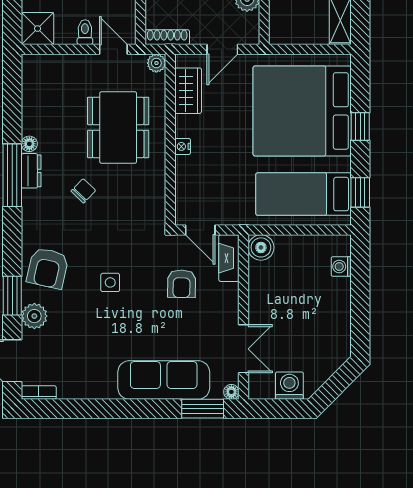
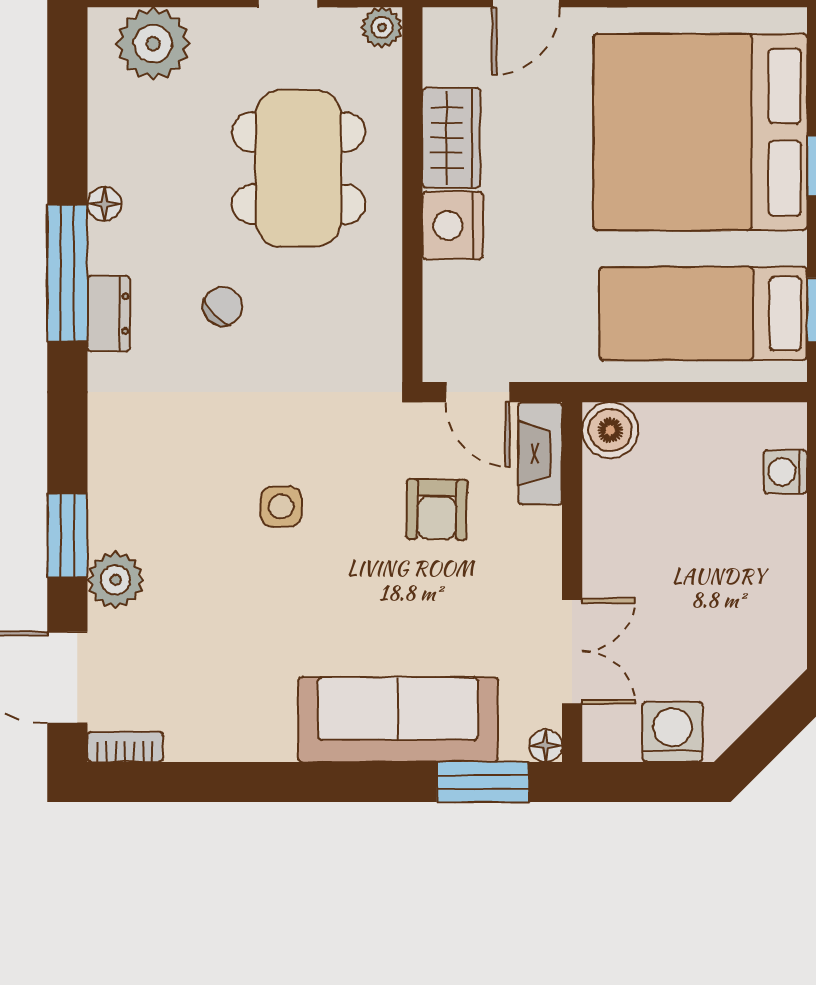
plant: (52, 70) -> (153, 44), added
wardrobe: (188, 91) -> (451, 138), moved
nightstand: (183, 146) -> (453, 225), width x1.89, depth x1.79
dresser: (31, 171) -> (109, 314), moved
armchair: (48, 268) -> (145, 475), removed

